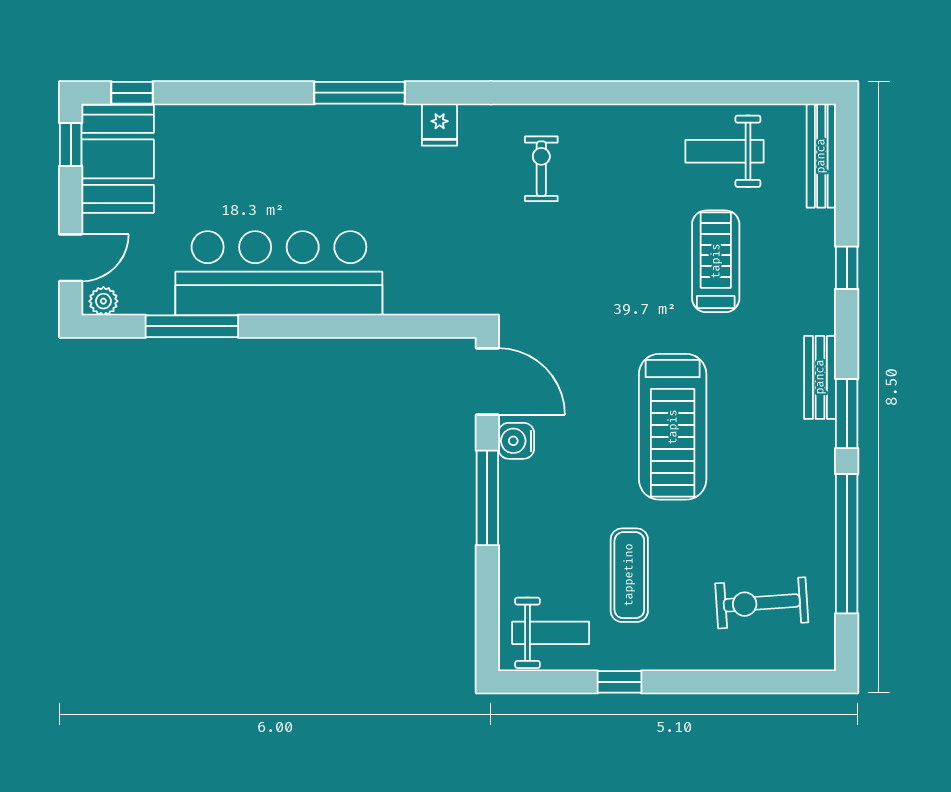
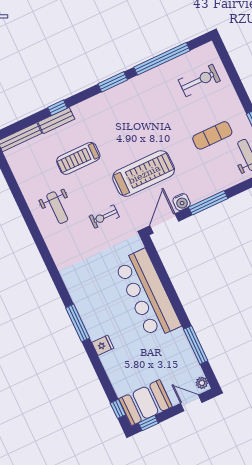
fridge: (440, 125) -> (103, 345), moved
weight bench: (725, 151) -> (57, 208), moved
exercise bike: (541, 169) -> (104, 217), moved
bar counter: (279, 273) -> (147, 294), moved
bench: (820, 377) -> (56, 121), moved
treadmill: (673, 427) -> (144, 174), moved
exercise bike: (762, 603) -> (199, 80), turned -86

